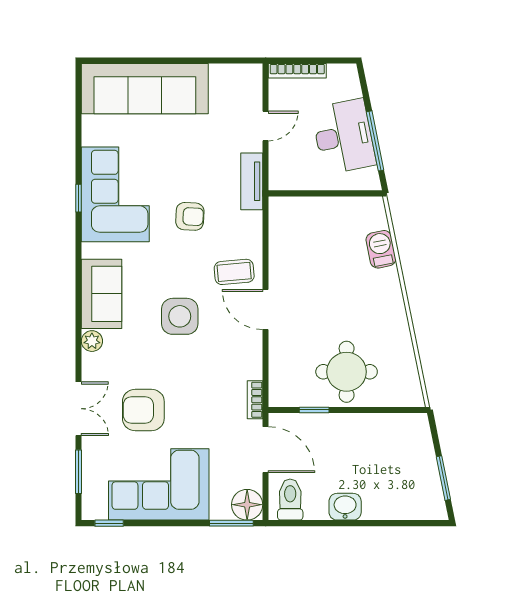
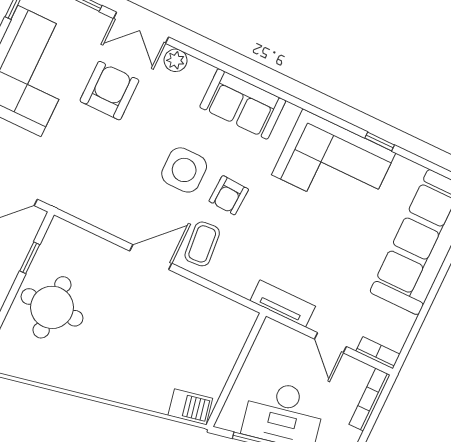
window: (78, 198) -> (380, 142), moved
armchair: (190, 216) -> (229, 195), moved
barbecue: (381, 249) -> (190, 407), moved
plant: (92, 341) -> (176, 60), moved
bookcase: (255, 400) -> (378, 353), moved

